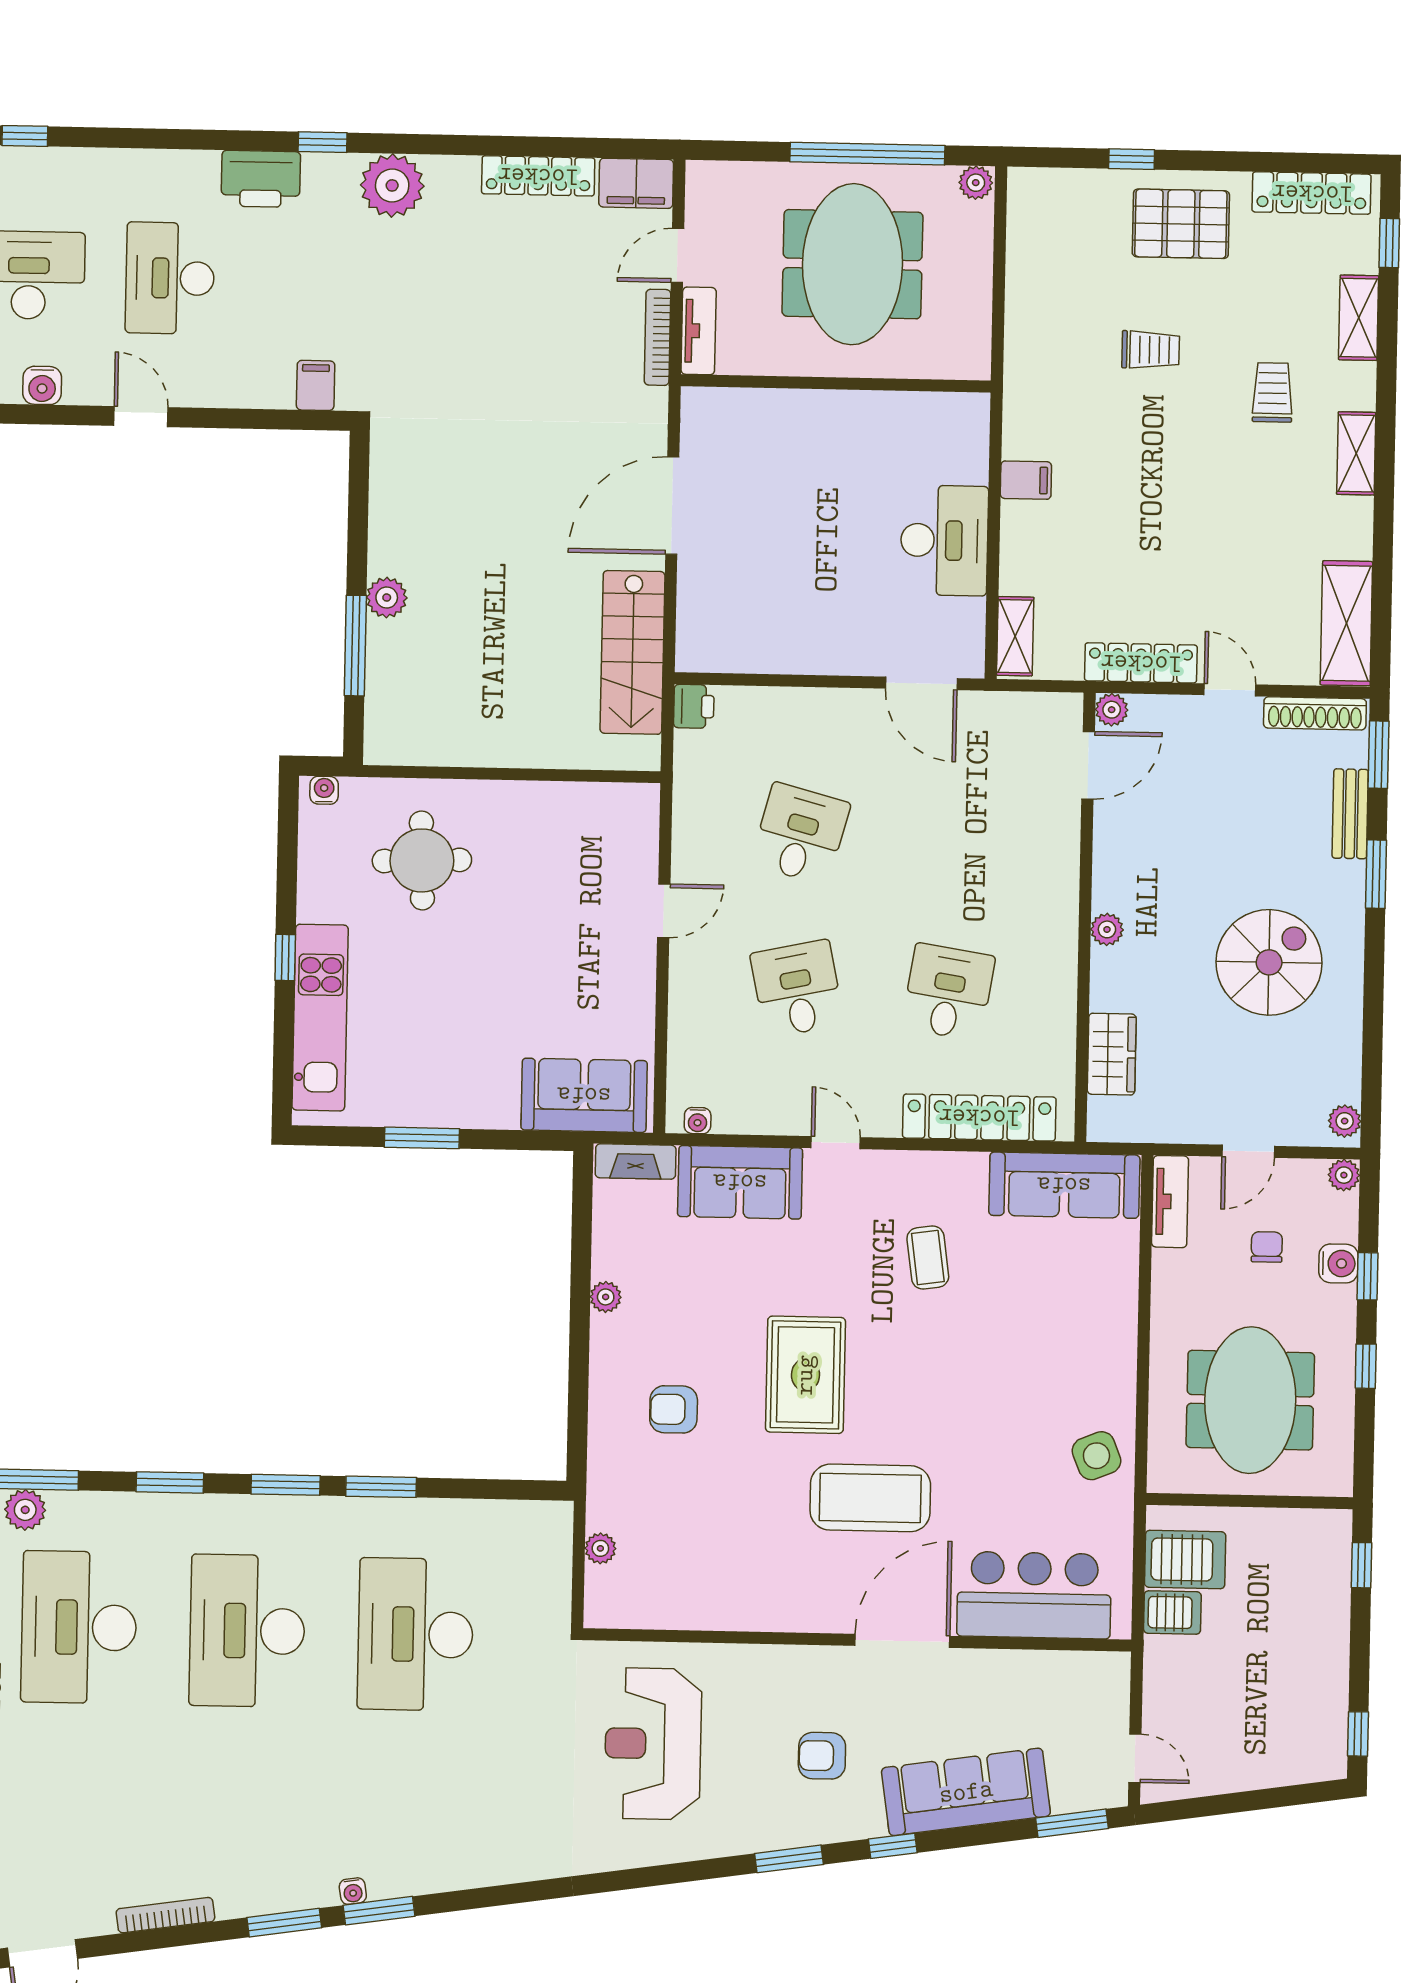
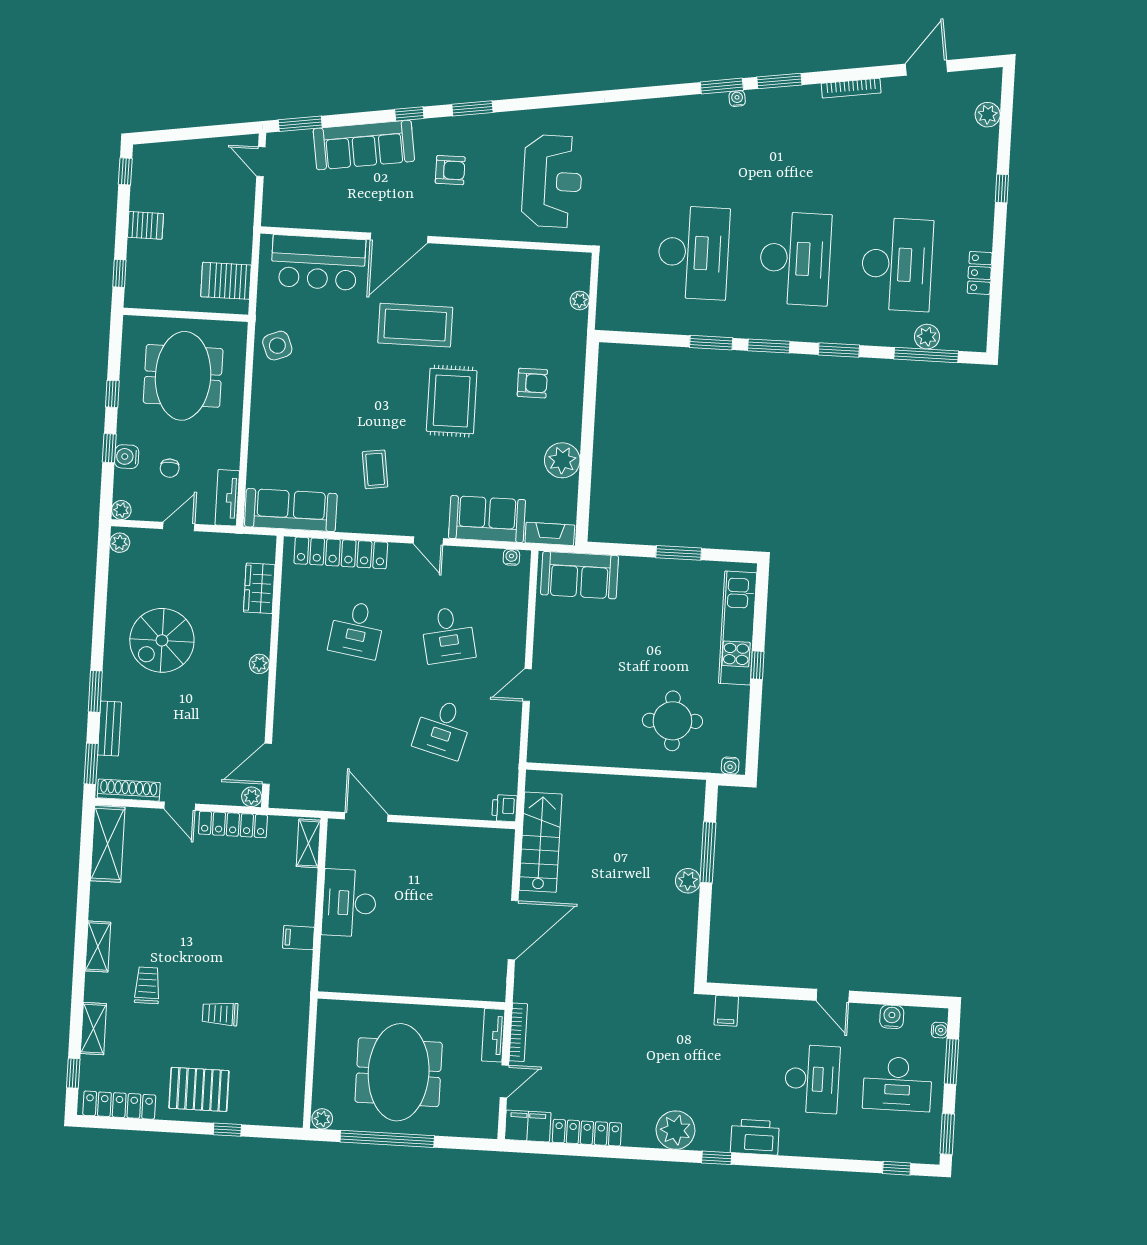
trolley: (1272, 392) -> (147, 985), turned 180
plant: (606, 1297) -> (562, 460), width x1.88, depth x1.88
server rack: (1172, 1613) -> (145, 225), moved, turned 180

